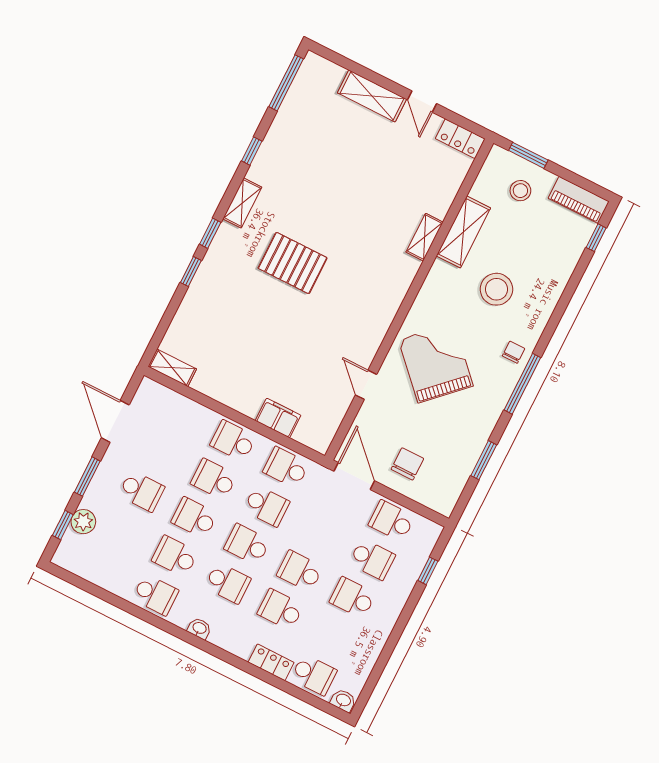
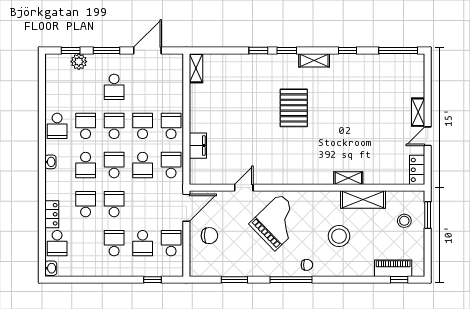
shelving: (372, 96) -> (418, 112), width x0.67, depth x0.75
piano: (579, 200) -> (393, 268), moved, turned 90

